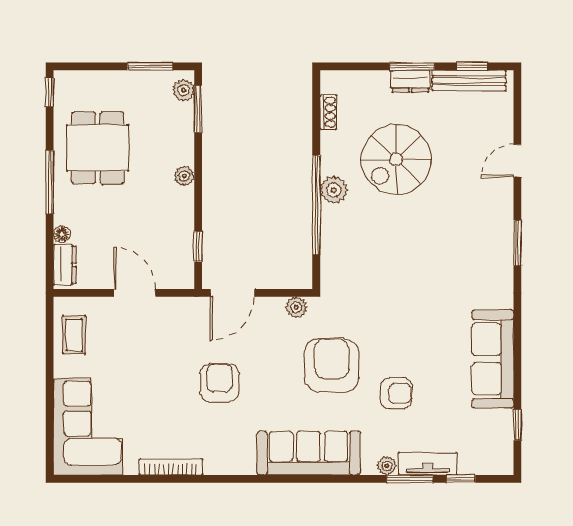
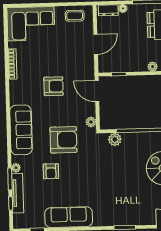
plant: (334, 190) -> (115, 139), moved
tv unit: (428, 464) -> (18, 193), width x1.41

